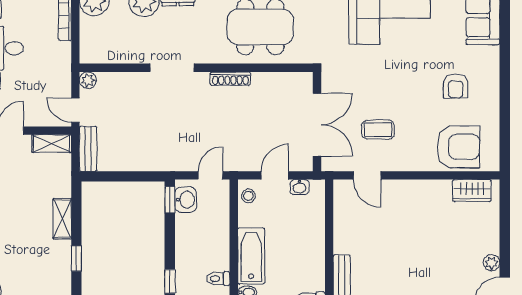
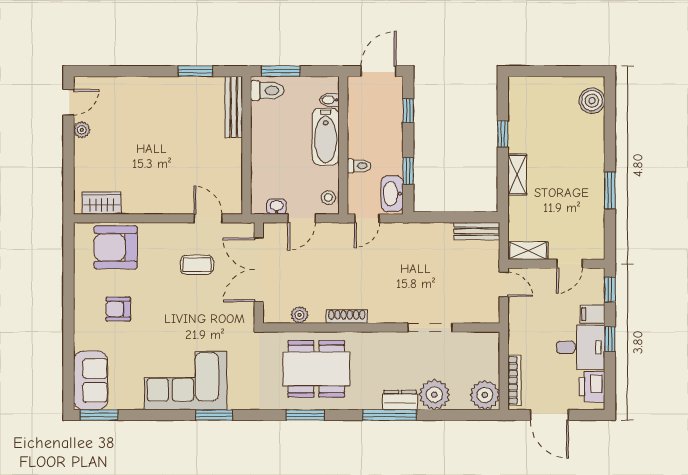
doorway: (172, 68) -> (430, 328), moved
plant: (88, 80) -> (299, 315), moved
armchair: (456, 86) -> (118, 309), turned -90
bench: (88, 149) -> (477, 231), moved, turned 90
window: (170, 200) -> (408, 171), moved
washbasin: (186, 200) -> (392, 194), width x1.38
toilet: (218, 279) -> (359, 166), moved

